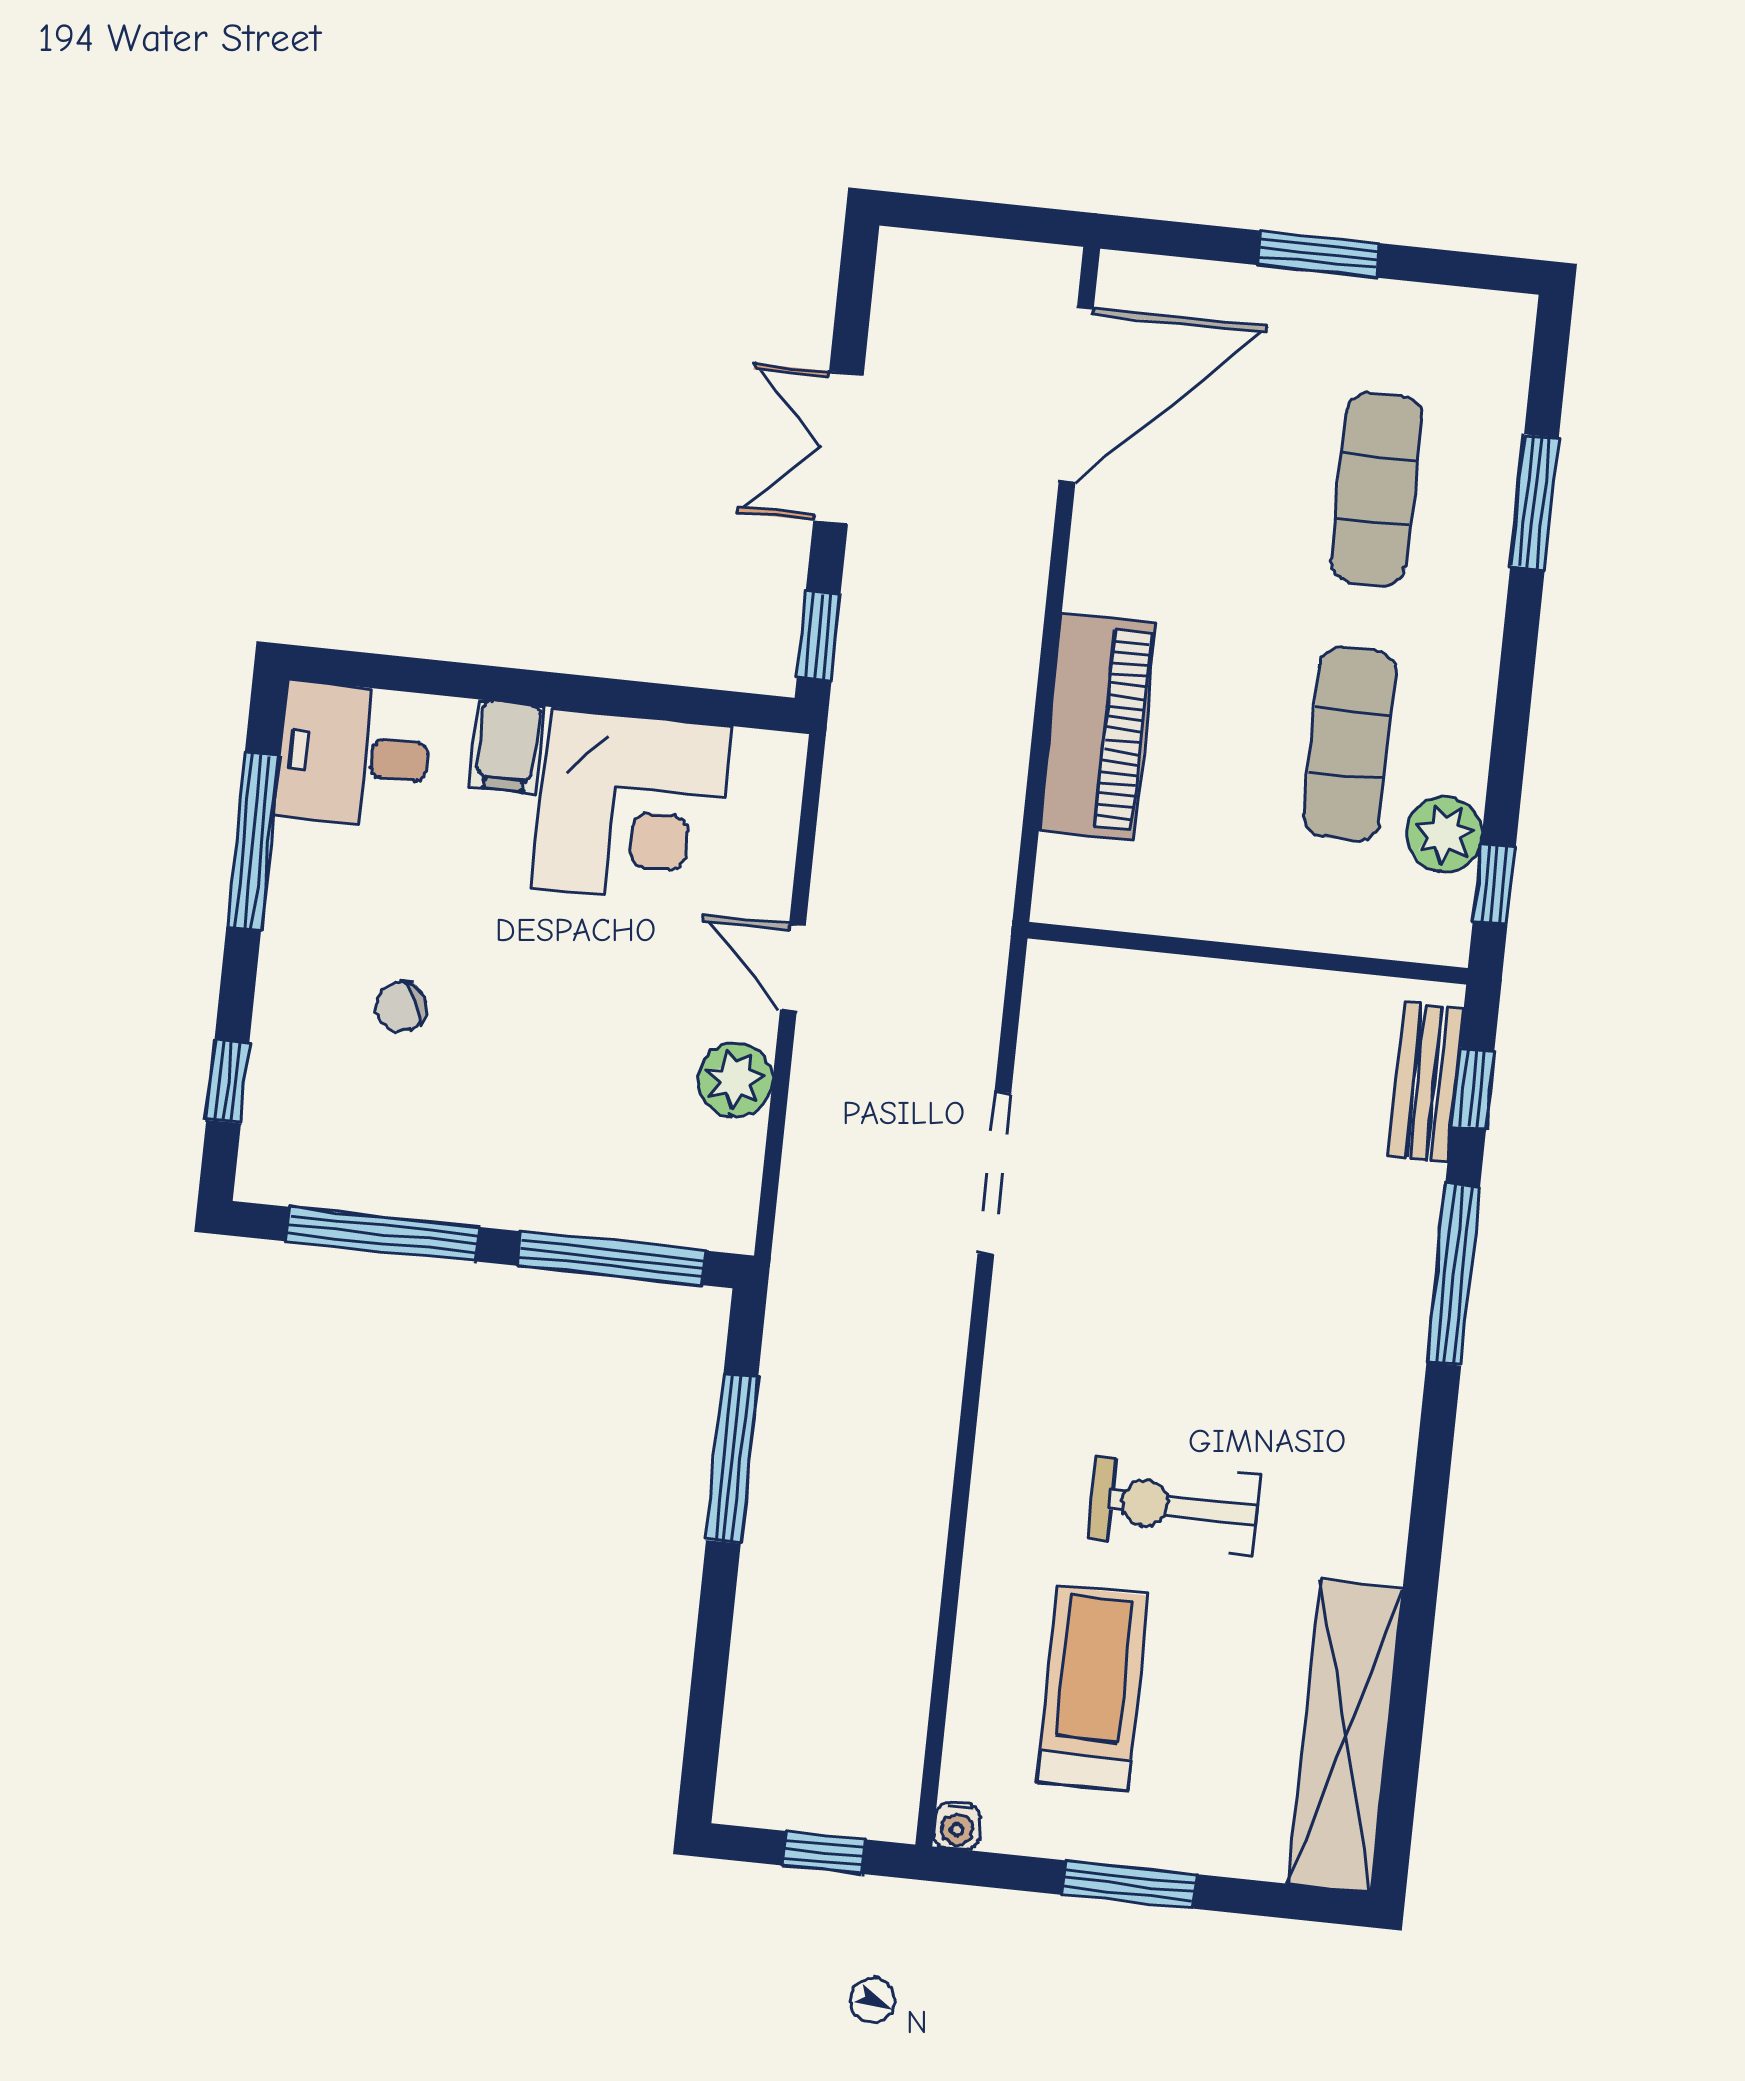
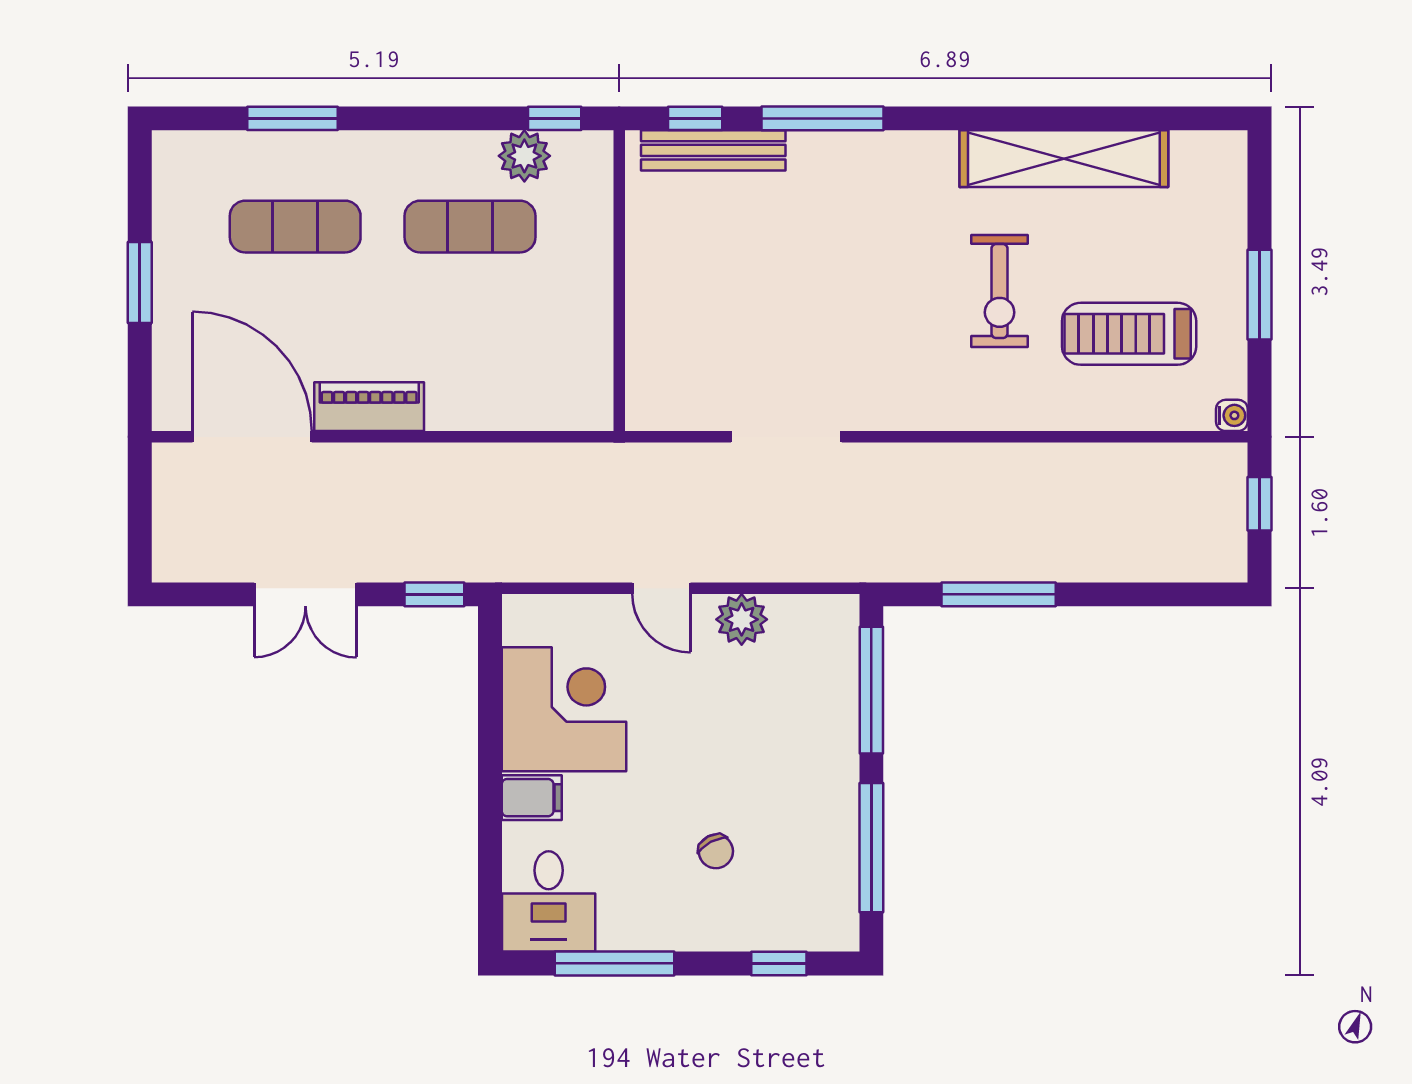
piano: (1098, 727) -> (369, 407), moved, width x0.73, depth x0.75
door: (793, 968) -> (661, 588), hinge flipped
bench: (1426, 1082) -> (713, 150), width x1.36
shelving: (1345, 1736) -> (1064, 159), moved

